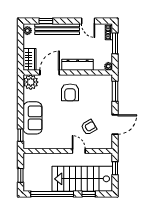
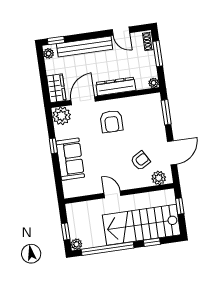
window: (46, 21) -> (56, 40), moved
window: (21, 135) -> (53, 146), moved
plant: (101, 143) -> (159, 178), added
door: (79, 151) -> (112, 194), moved
plant: (28, 187) -> (76, 244), added

